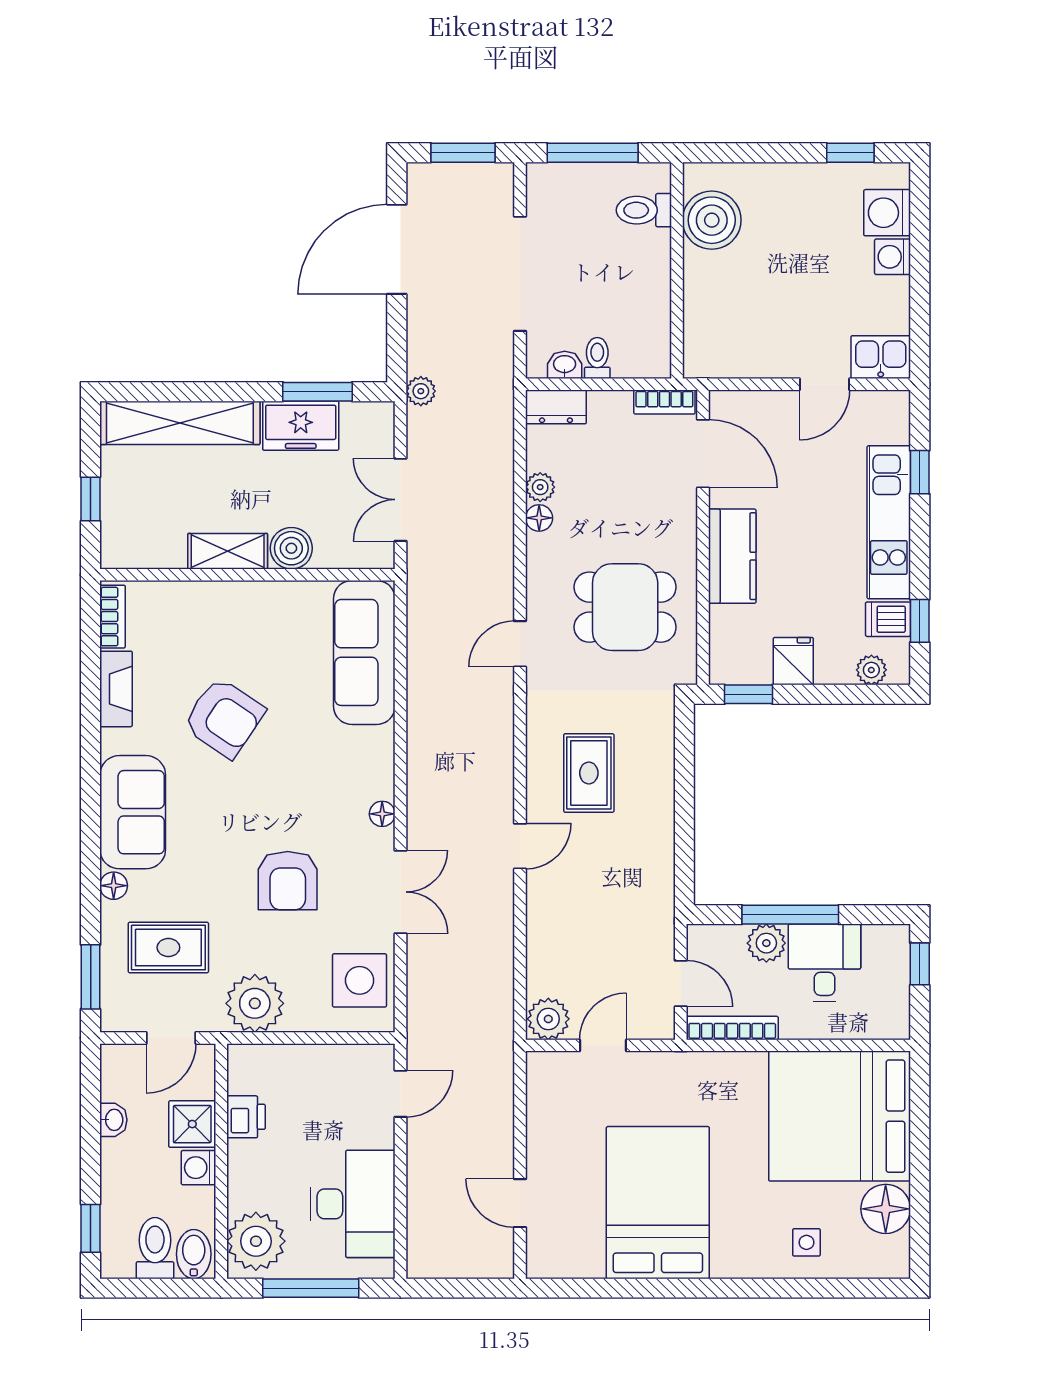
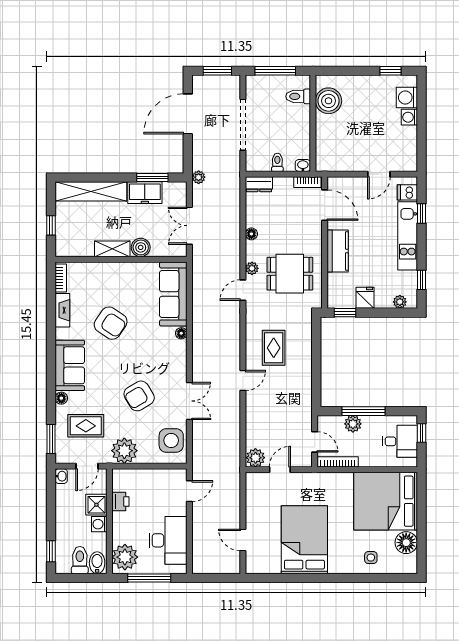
kitchen sink: (881, 357) -> (404, 162), removed
washbasin: (565, 365) -> (303, 165), moved
plant: (540, 487) -> (252, 268), moved
dishwasher: (888, 619) -> (407, 192), moved
floor lamp: (382, 814) -> (181, 333), moved
armchair: (288, 881) -> (139, 396), turned 59
desk: (824, 963) -> (400, 441), moved, turned 90
washbasin: (113, 1120) -> (61, 476), moved

